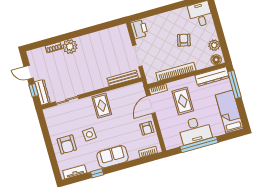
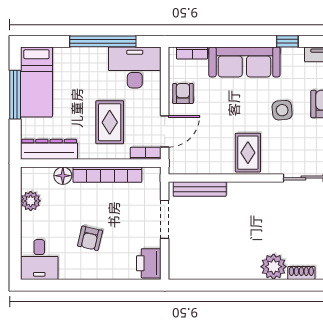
armchair: (184, 40) -> (90, 238), moved
floor lamp: (216, 60) -> (63, 176), moved
window: (235, 85) -> (15, 95), moved
desk: (195, 130) -> (135, 67), moved
sofa: (113, 157) -> (244, 62), width x1.36

